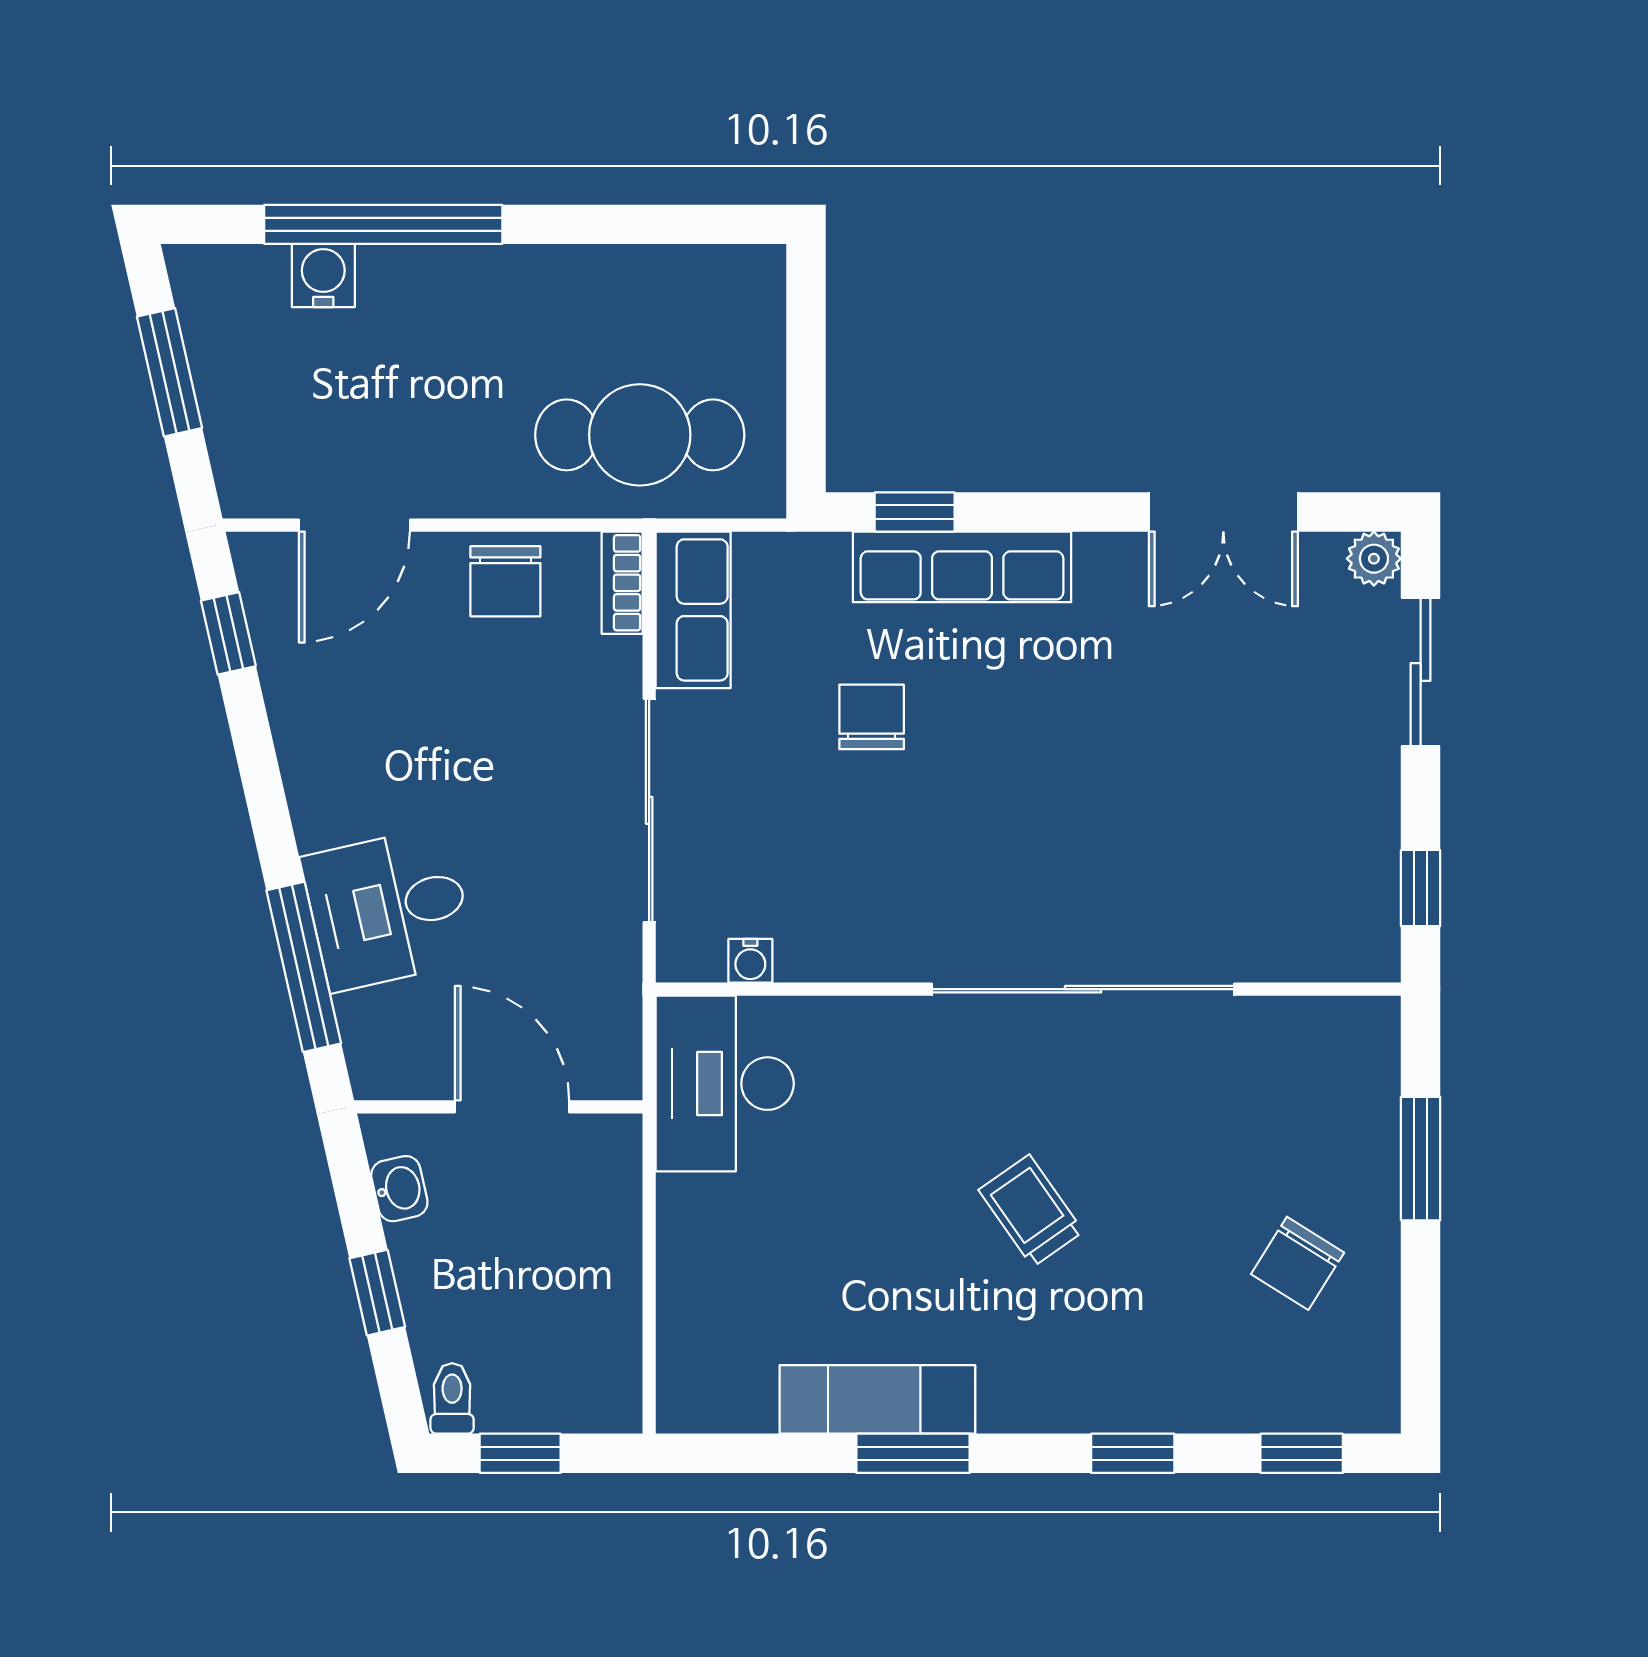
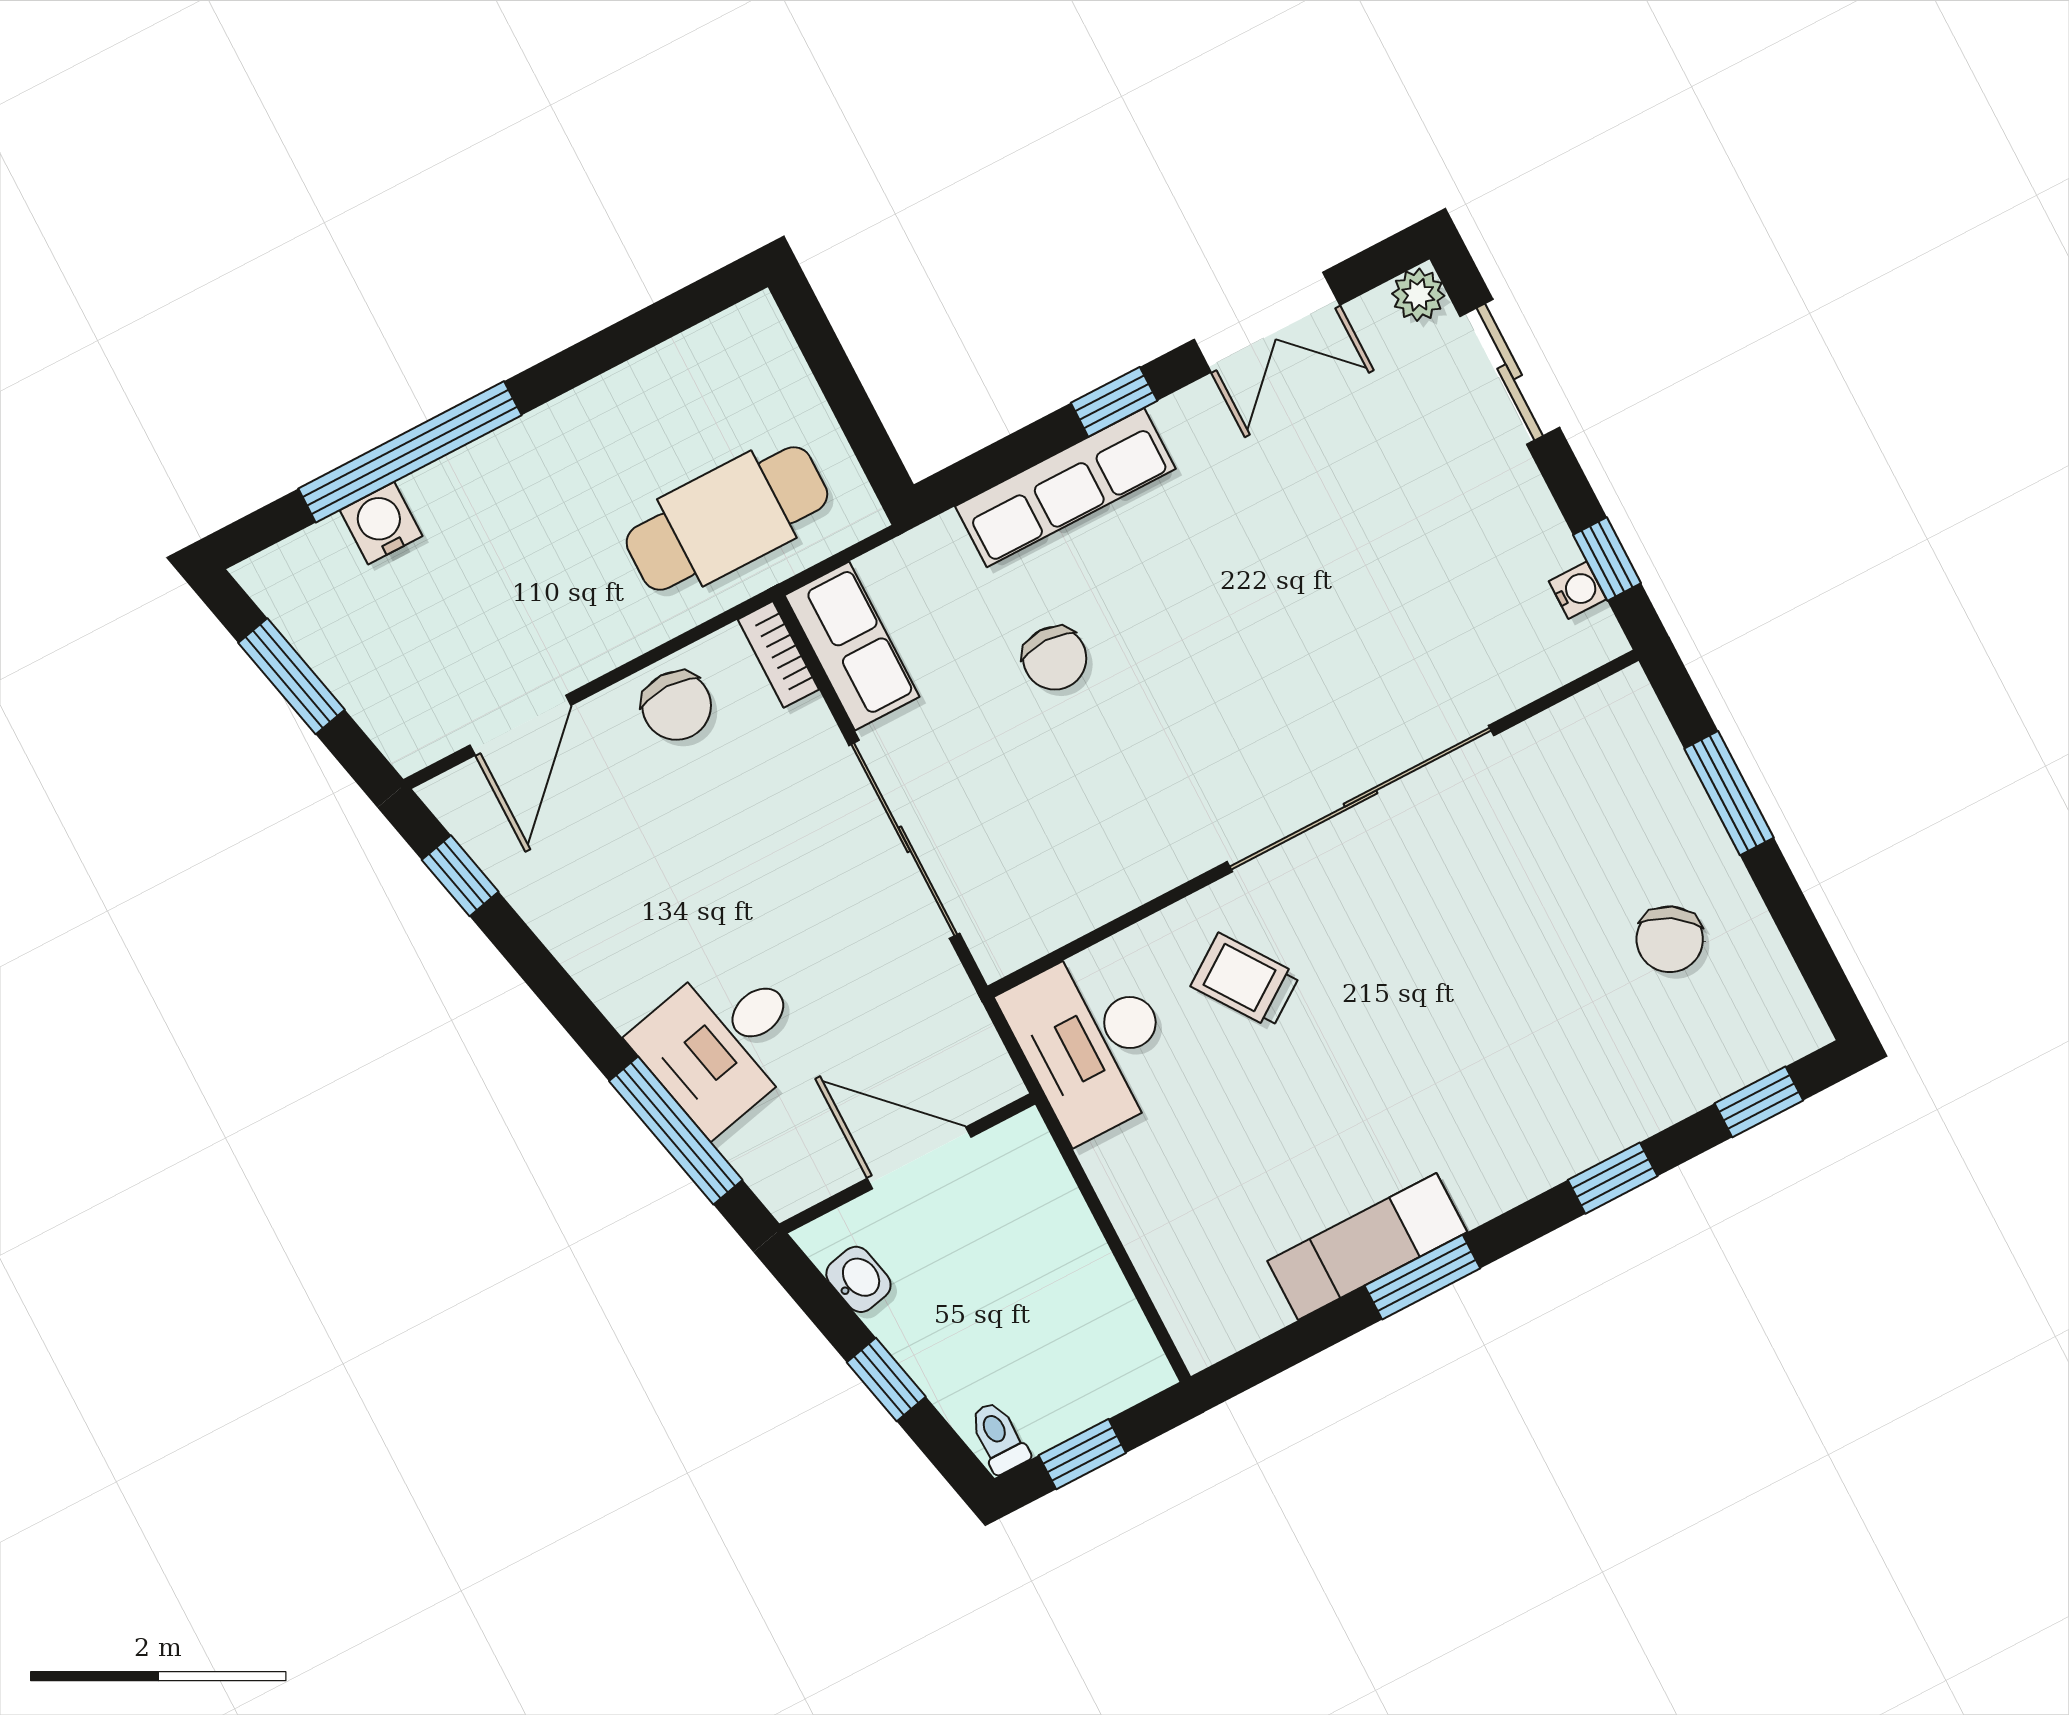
window: (915, 512) -> (1114, 402), moved
chair: (872, 717) -> (1055, 658), turned 180
water cooler: (750, 961) -> (1578, 590), moved, turned -90
trolley: (1031, 1211) -> (1245, 981), moved

